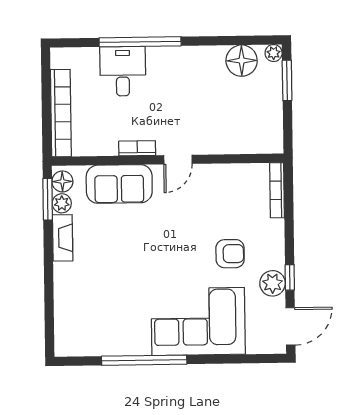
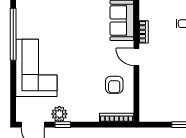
armchair: (230, 254) -> (114, 85), moved

